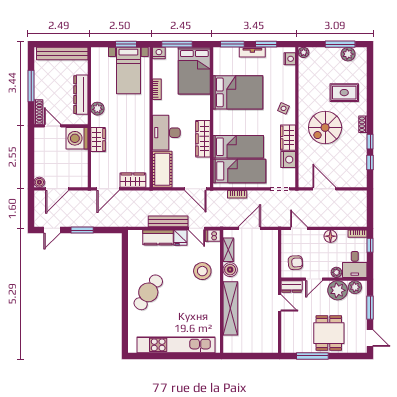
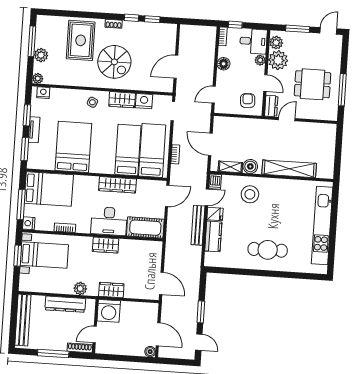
plant: (348, 54) -> (41, 55), moved
rug: (344, 93) -> (81, 40), width x1.36, depth x1.43
wardrobe: (133, 180) -> (106, 245), moved, turned -90
cafe table: (148, 292) -> (268, 250), turned -34
dining table: (329, 333) -> (313, 84), moved

